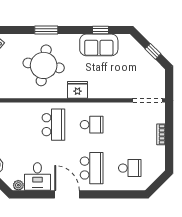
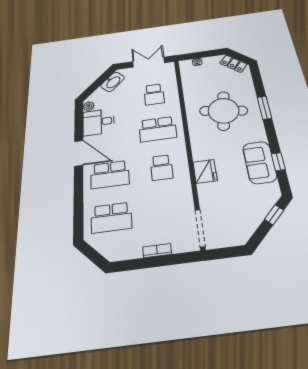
window: (153, 51) -> (274, 215), moved
fridge: (77, 90) -> (205, 171), moved
school desk: (15, 125) -> (154, 94), added
school desk: (130, 168) -> (111, 217), width x1.85
door: (67, 194) -> (79, 153), hinge flipped

